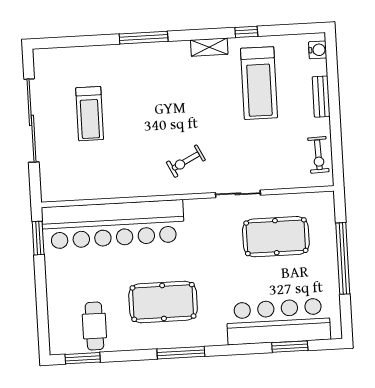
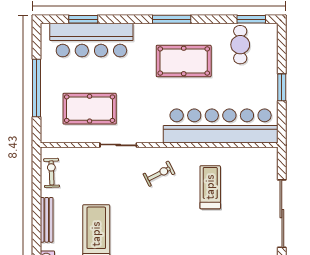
bench: (321, 97) -> (47, 220), width x1.36
treadmill: (90, 114) -> (210, 187), moved
window: (38, 238) -> (282, 87), moved

